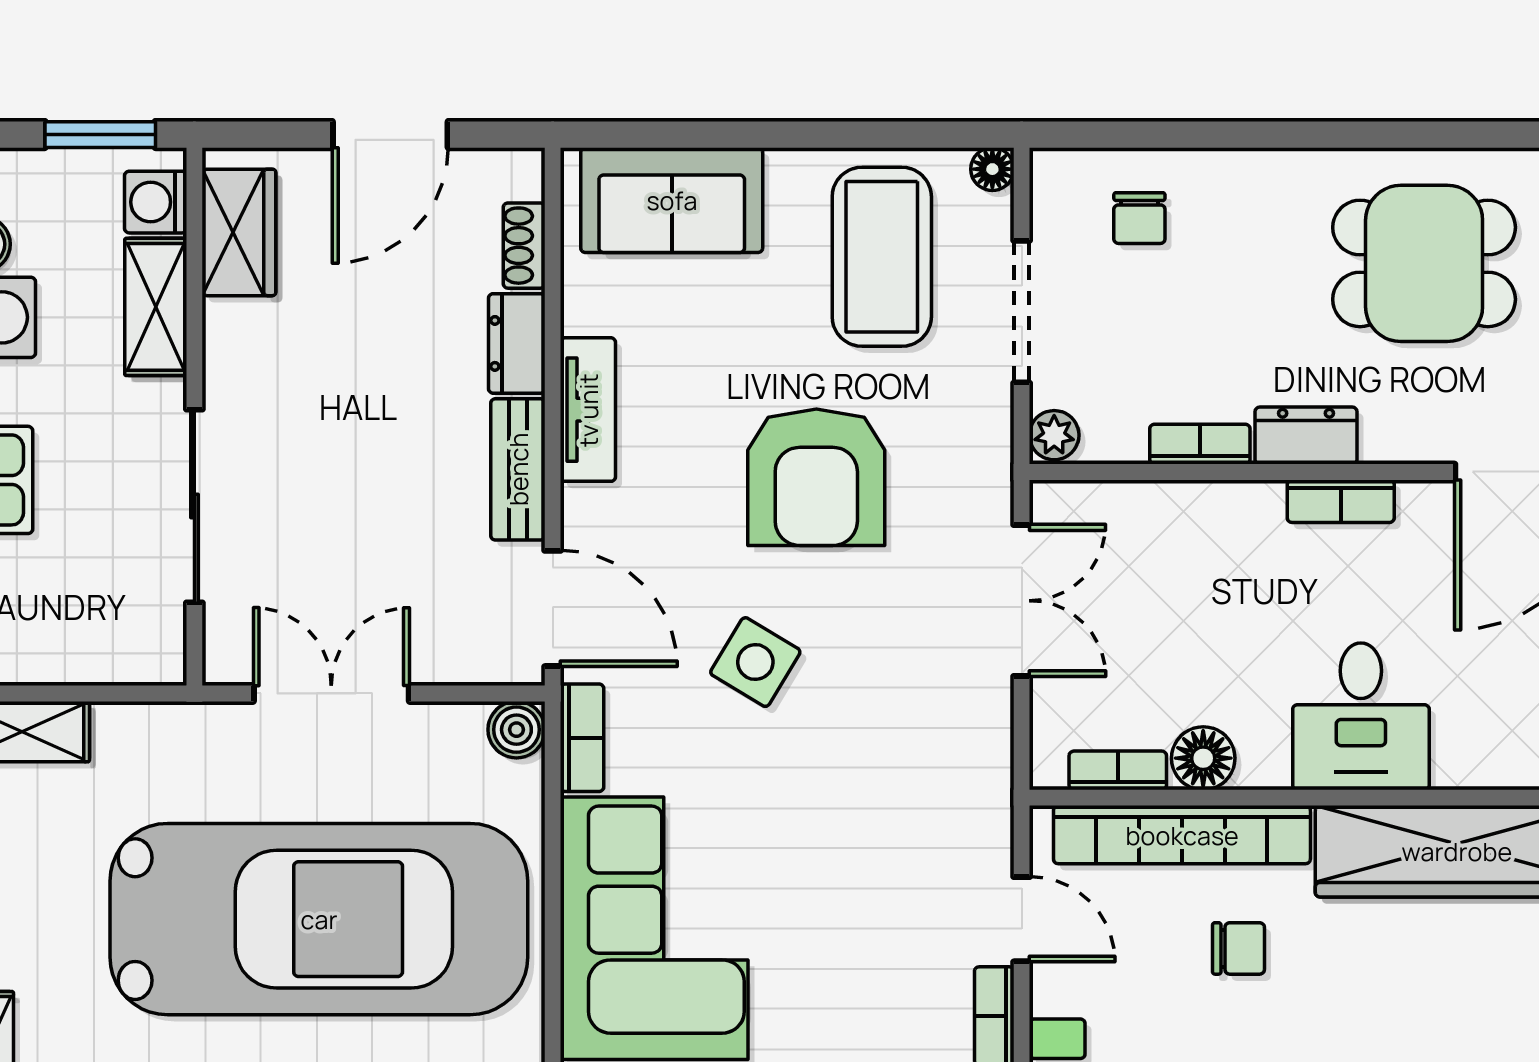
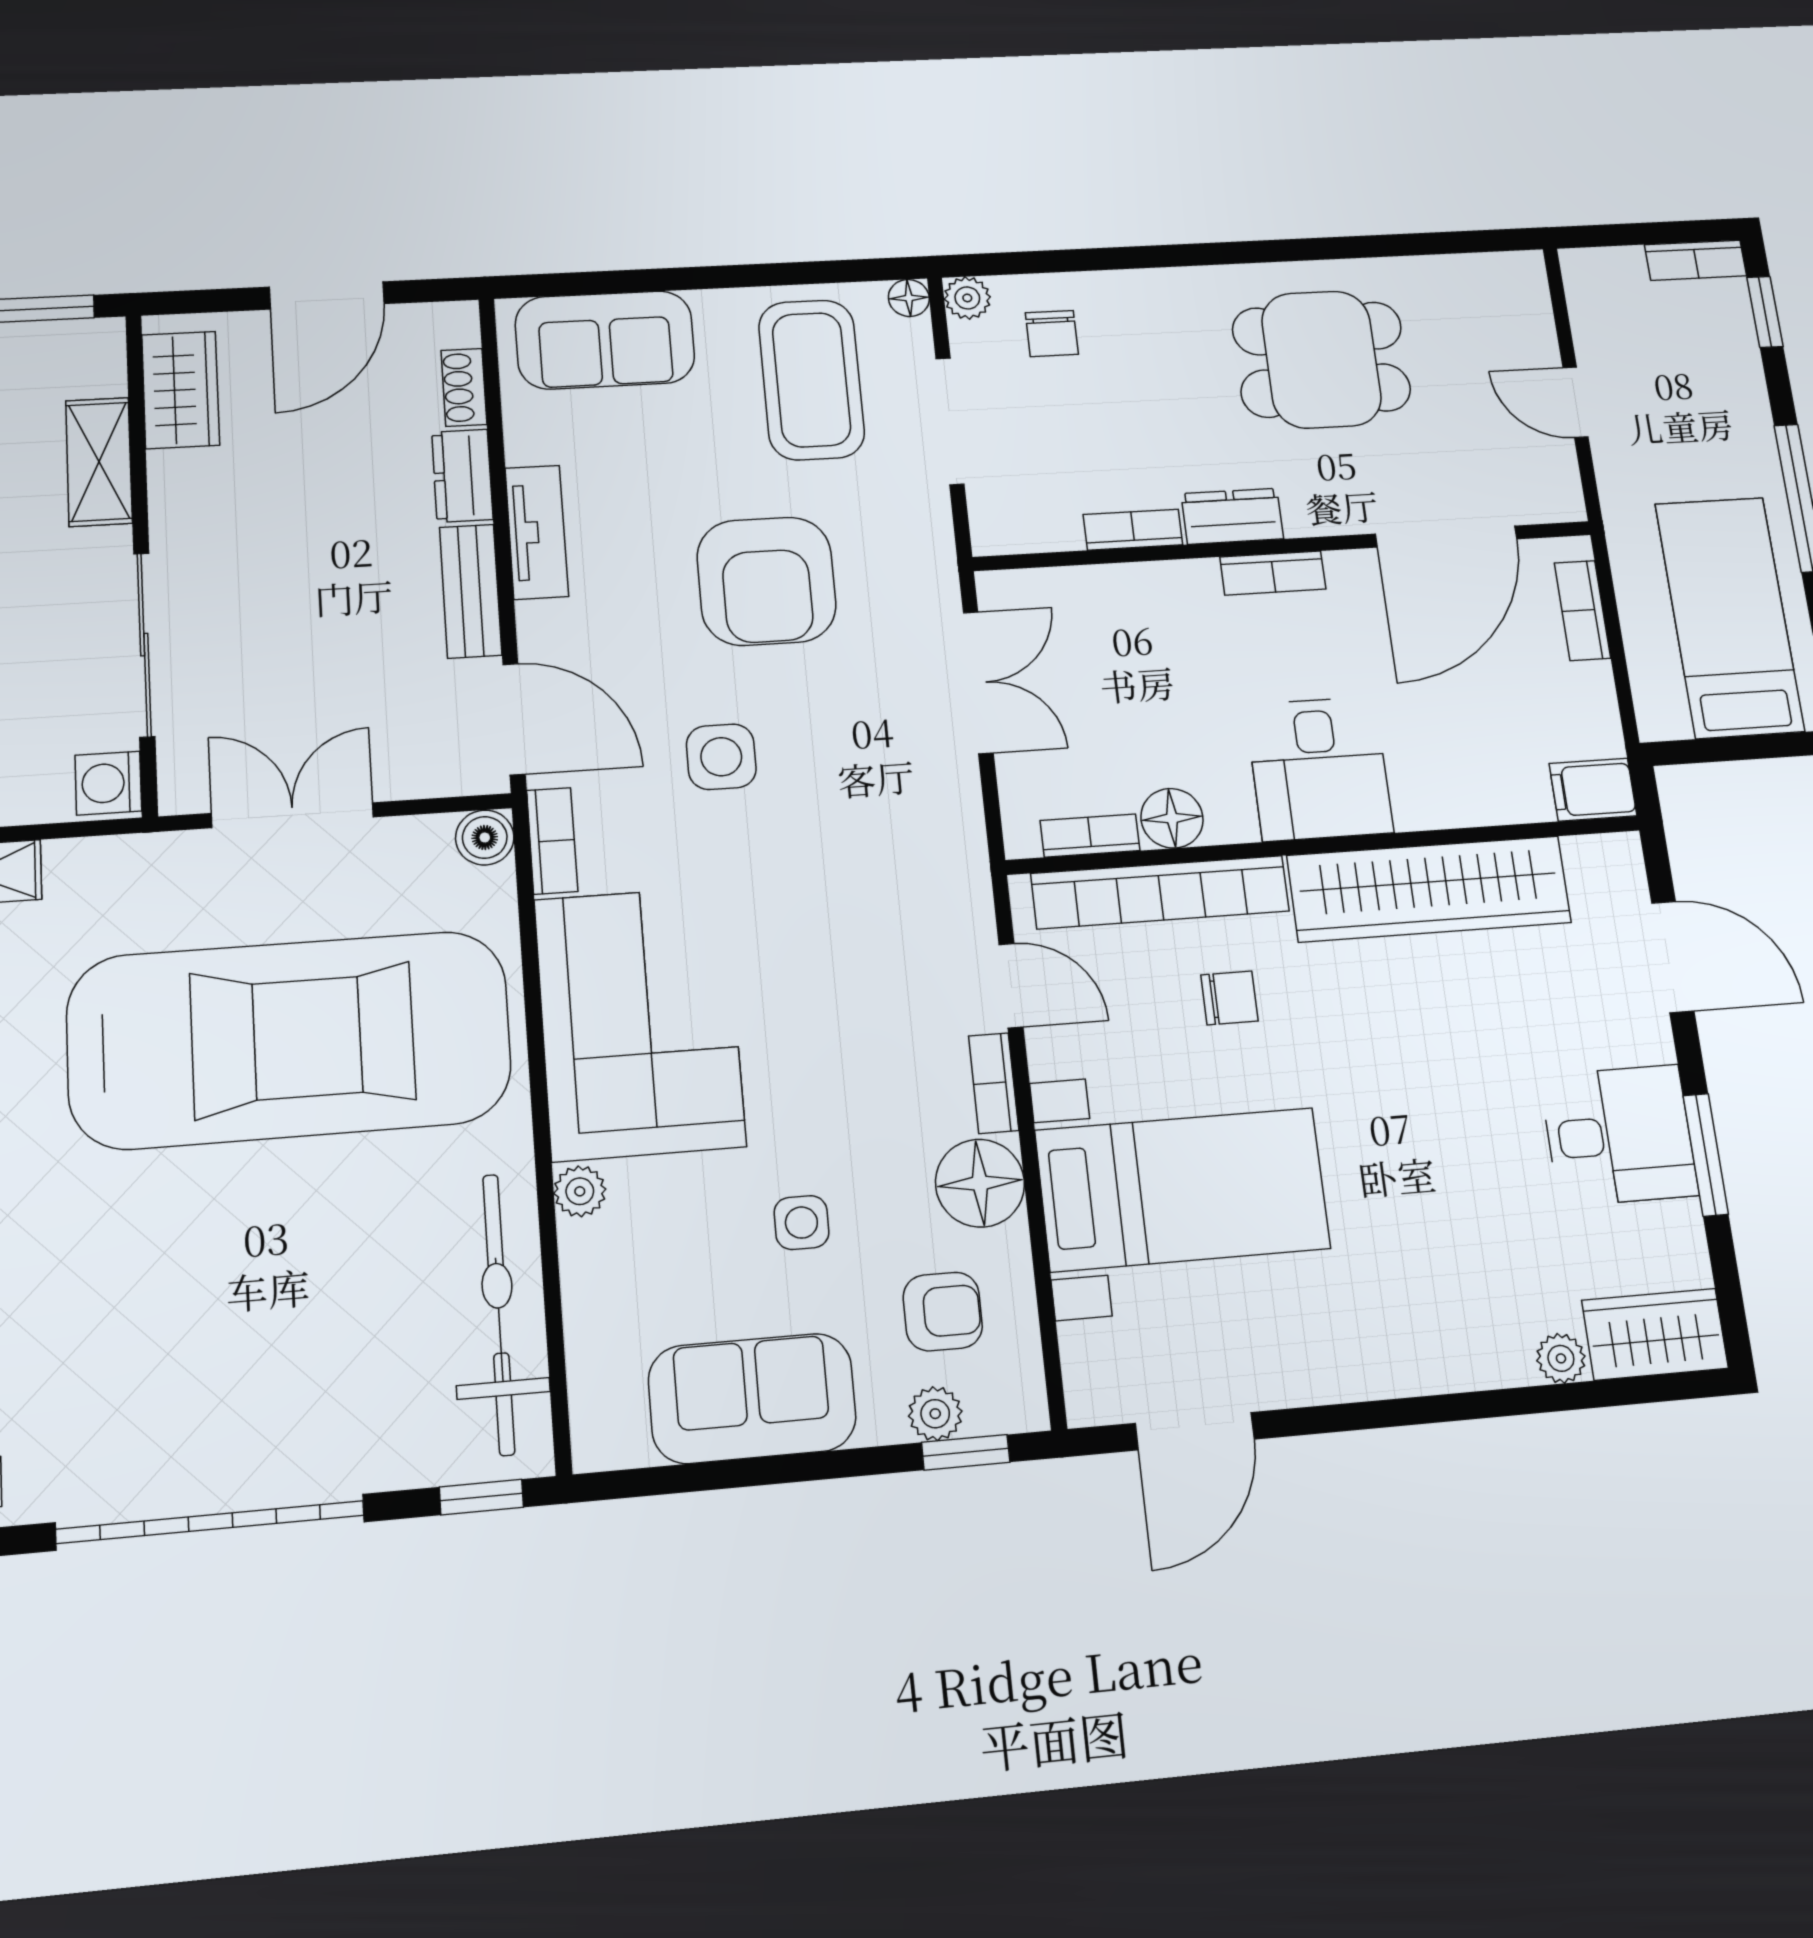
washing machine: (156, 202) -> (108, 783), moved
plant: (1054, 435) -> (967, 298), moved
side table: (755, 662) -> (721, 757), turned -31

